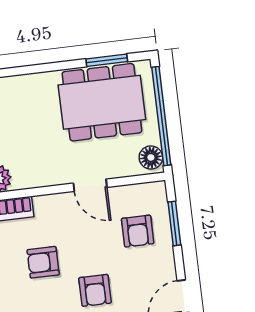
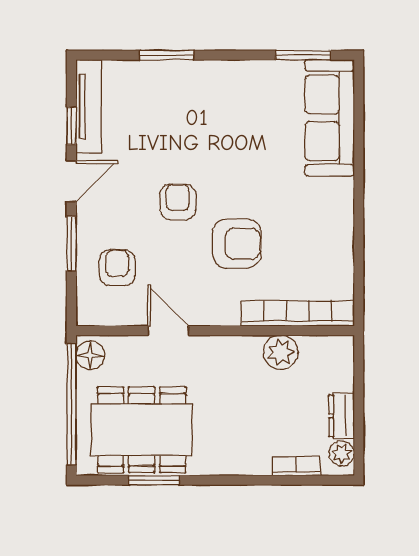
window: (107, 60) -> (154, 480), moved
window: (174, 223) -> (71, 244), moved
armchair: (43, 262) -> (237, 244), width x1.38, depth x1.38

